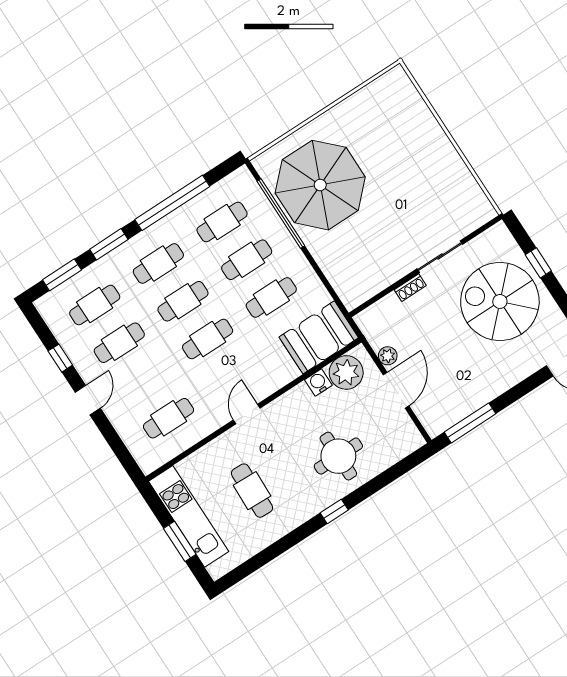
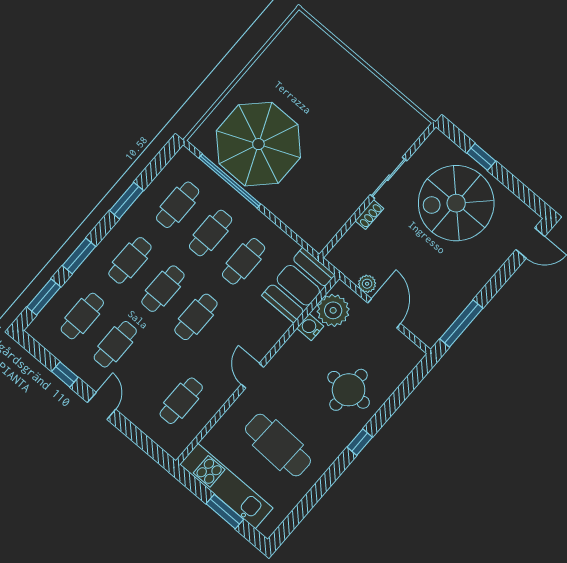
window: (172, 203) -> (126, 201), width x0.47
cafe table: (252, 491) -> (278, 445), width x1.37, depth x1.35

